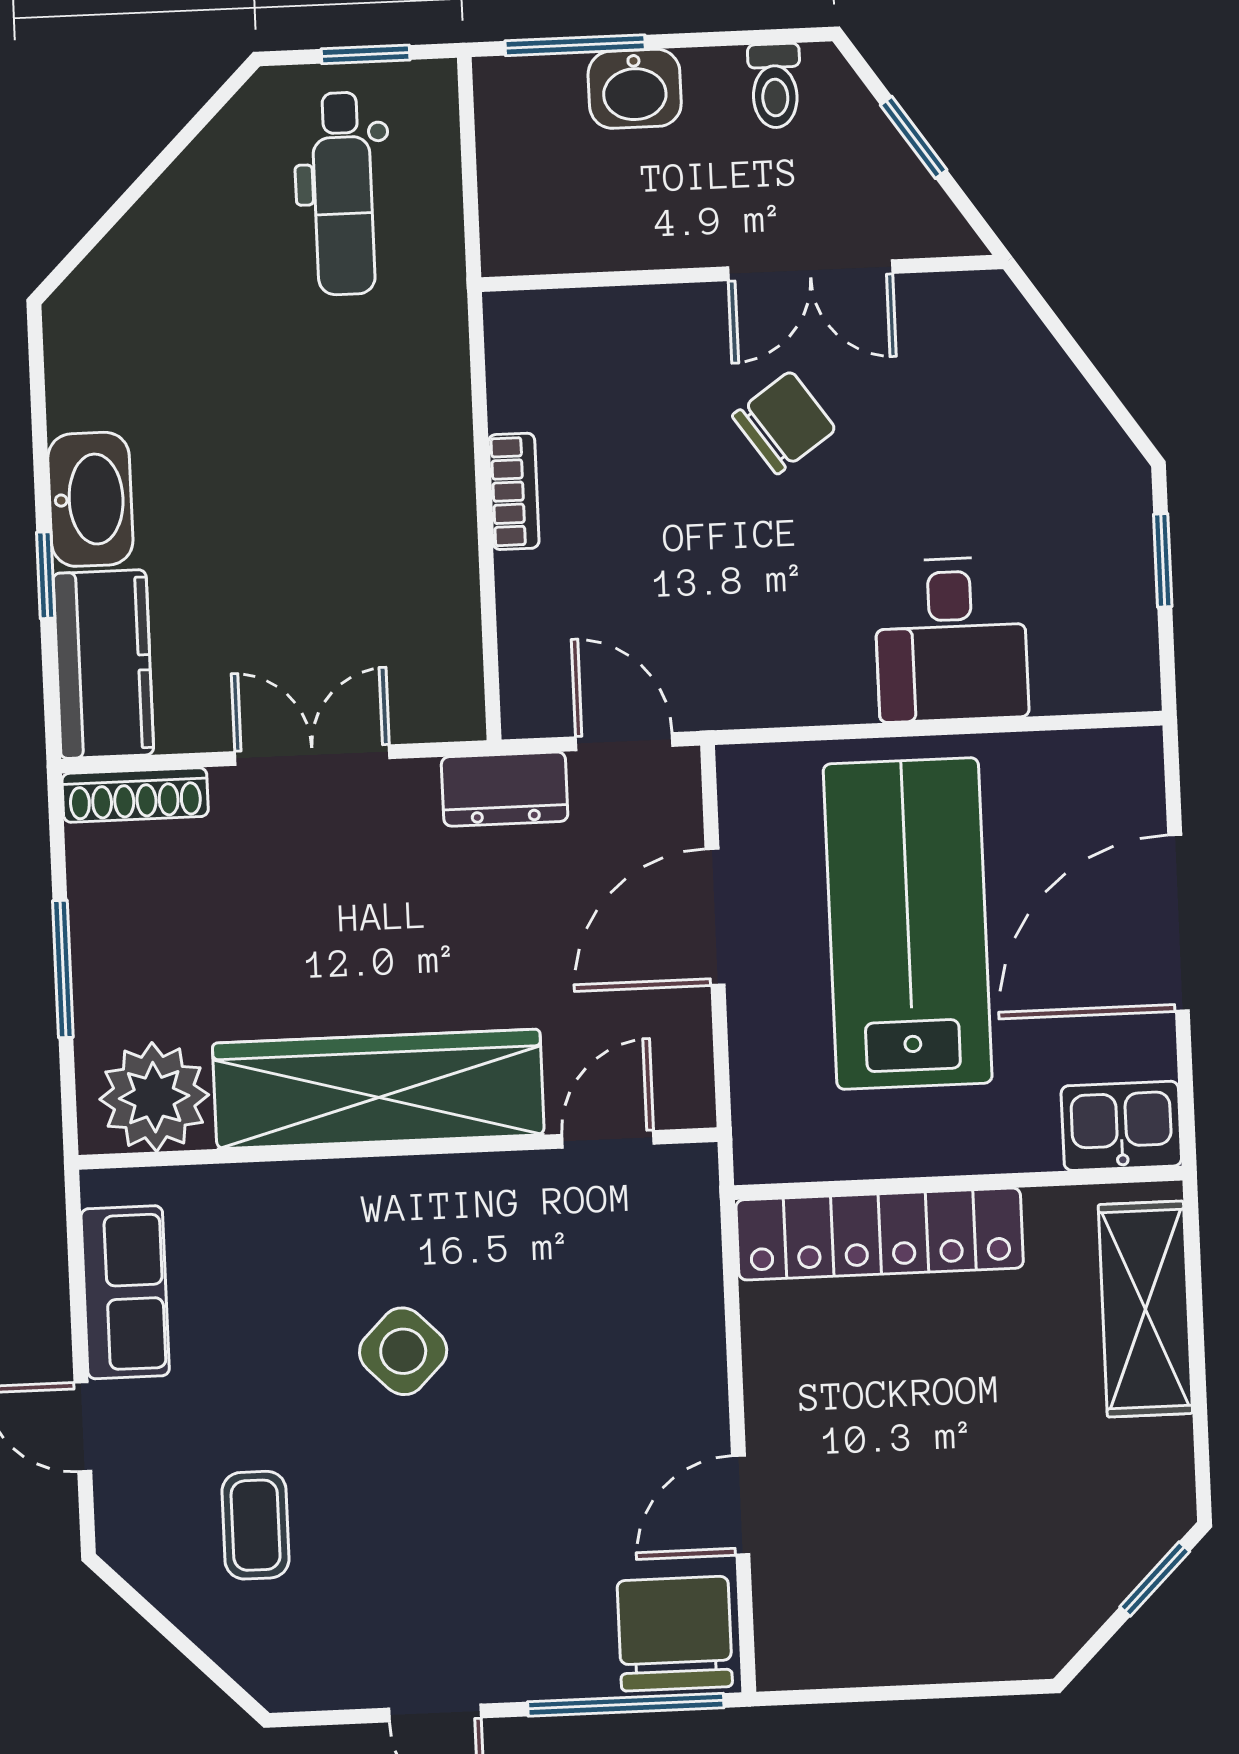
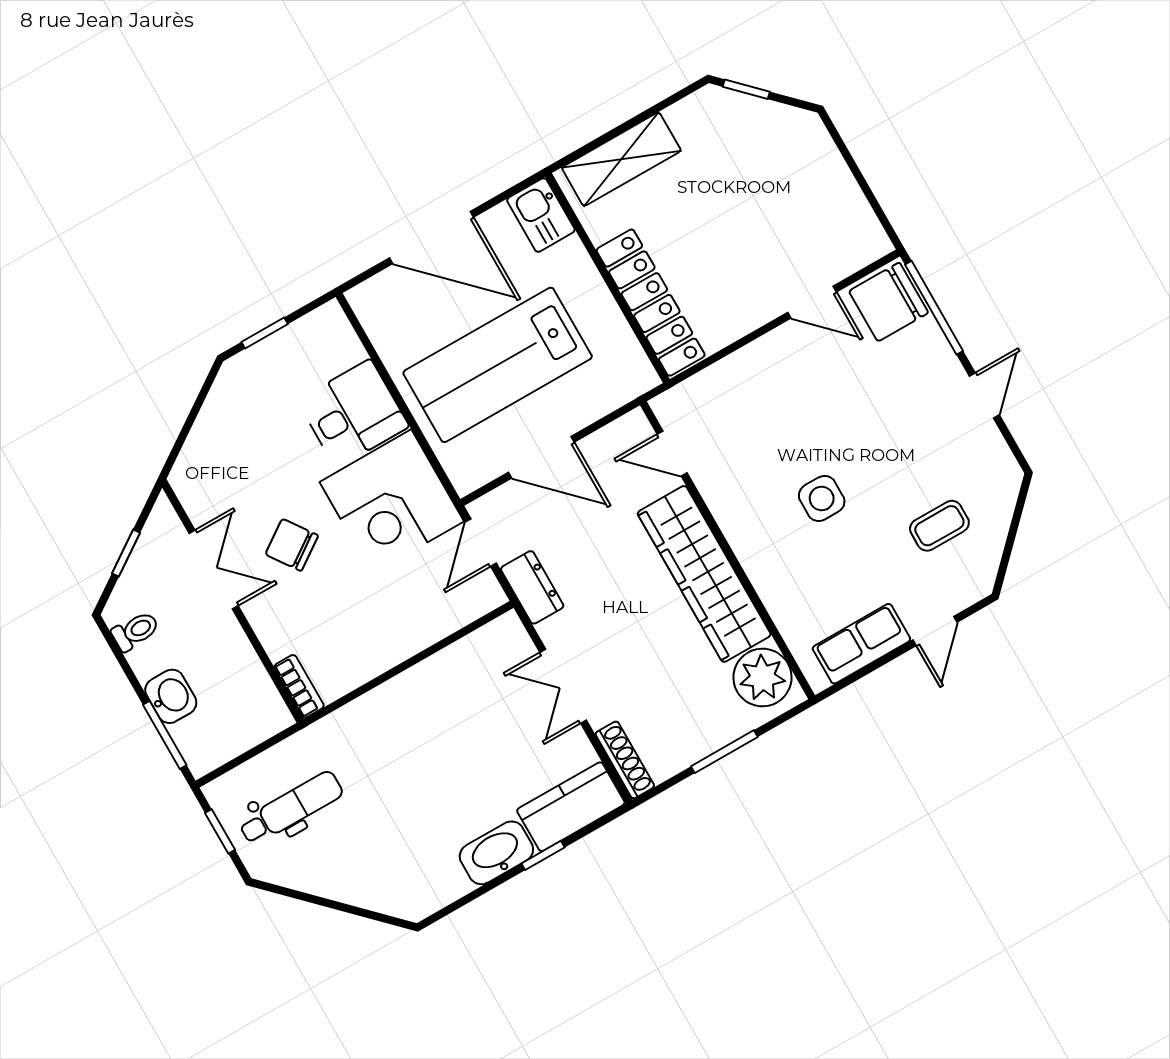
bookcase: (514, 491) -> (299, 686), moved, turned 90
corner desk: (770, 628) -> (392, 502), added
side table: (403, 1351) -> (822, 498), turned 45

